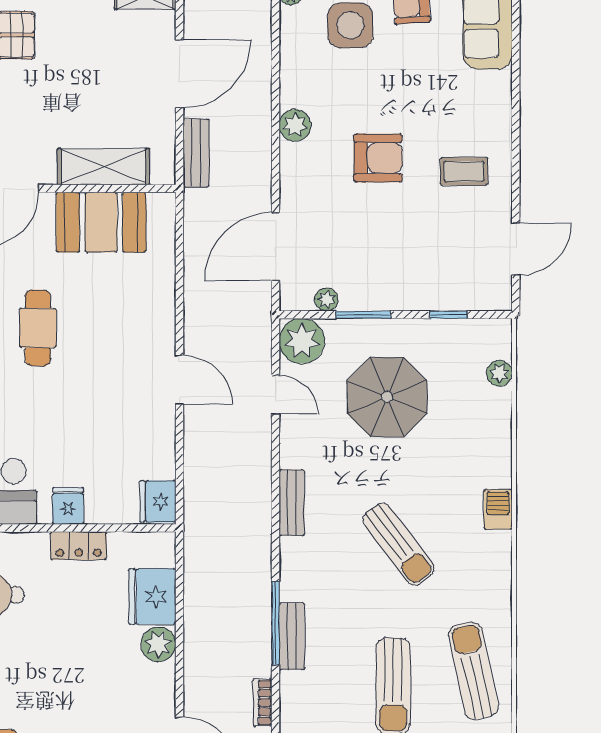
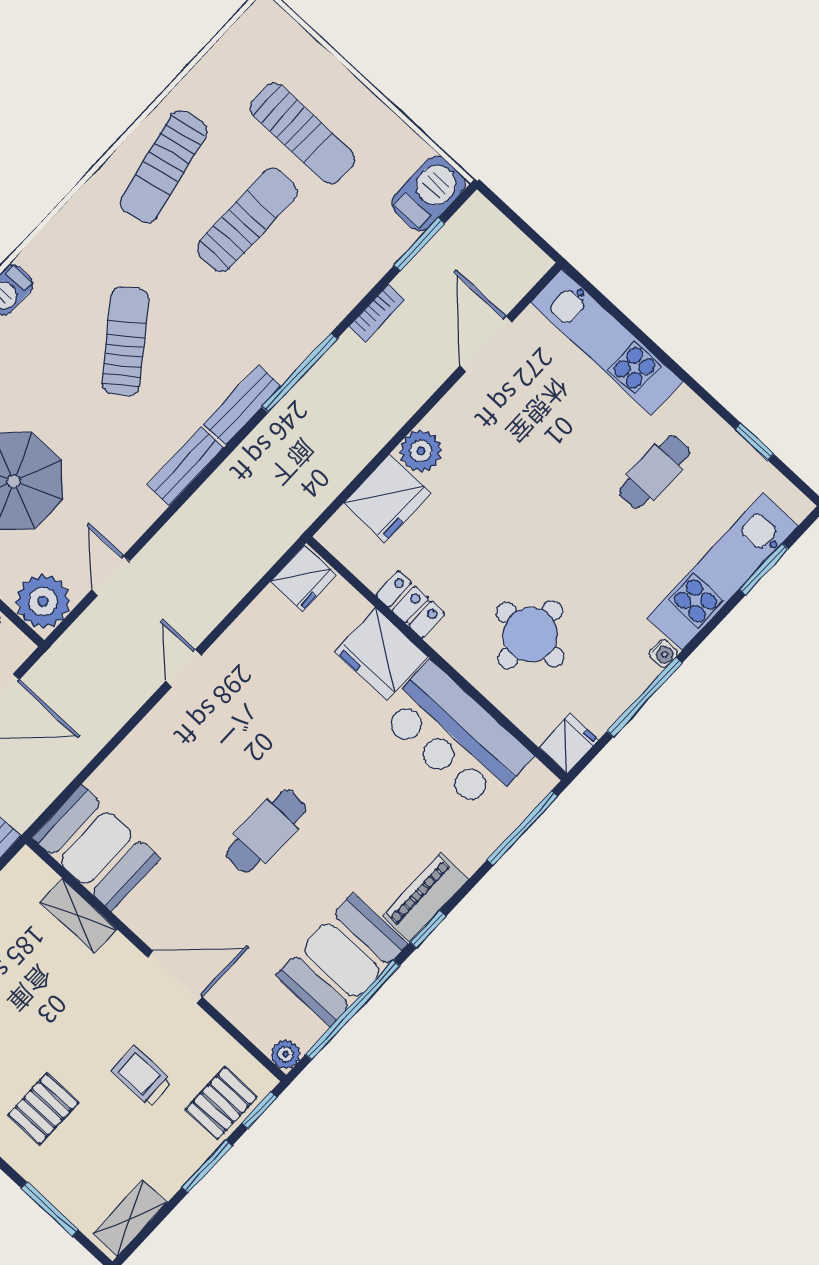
shelving: (104, 167) -> (78, 916), width x0.67, depth x0.75
booth: (101, 222) -> (96, 848), moved
door: (179, 380) -> (183, 668), width x0.73
fridge: (68, 506) -> (381, 654), width x1.88, depth x1.34
bench: (292, 636) -> (242, 405), moved

